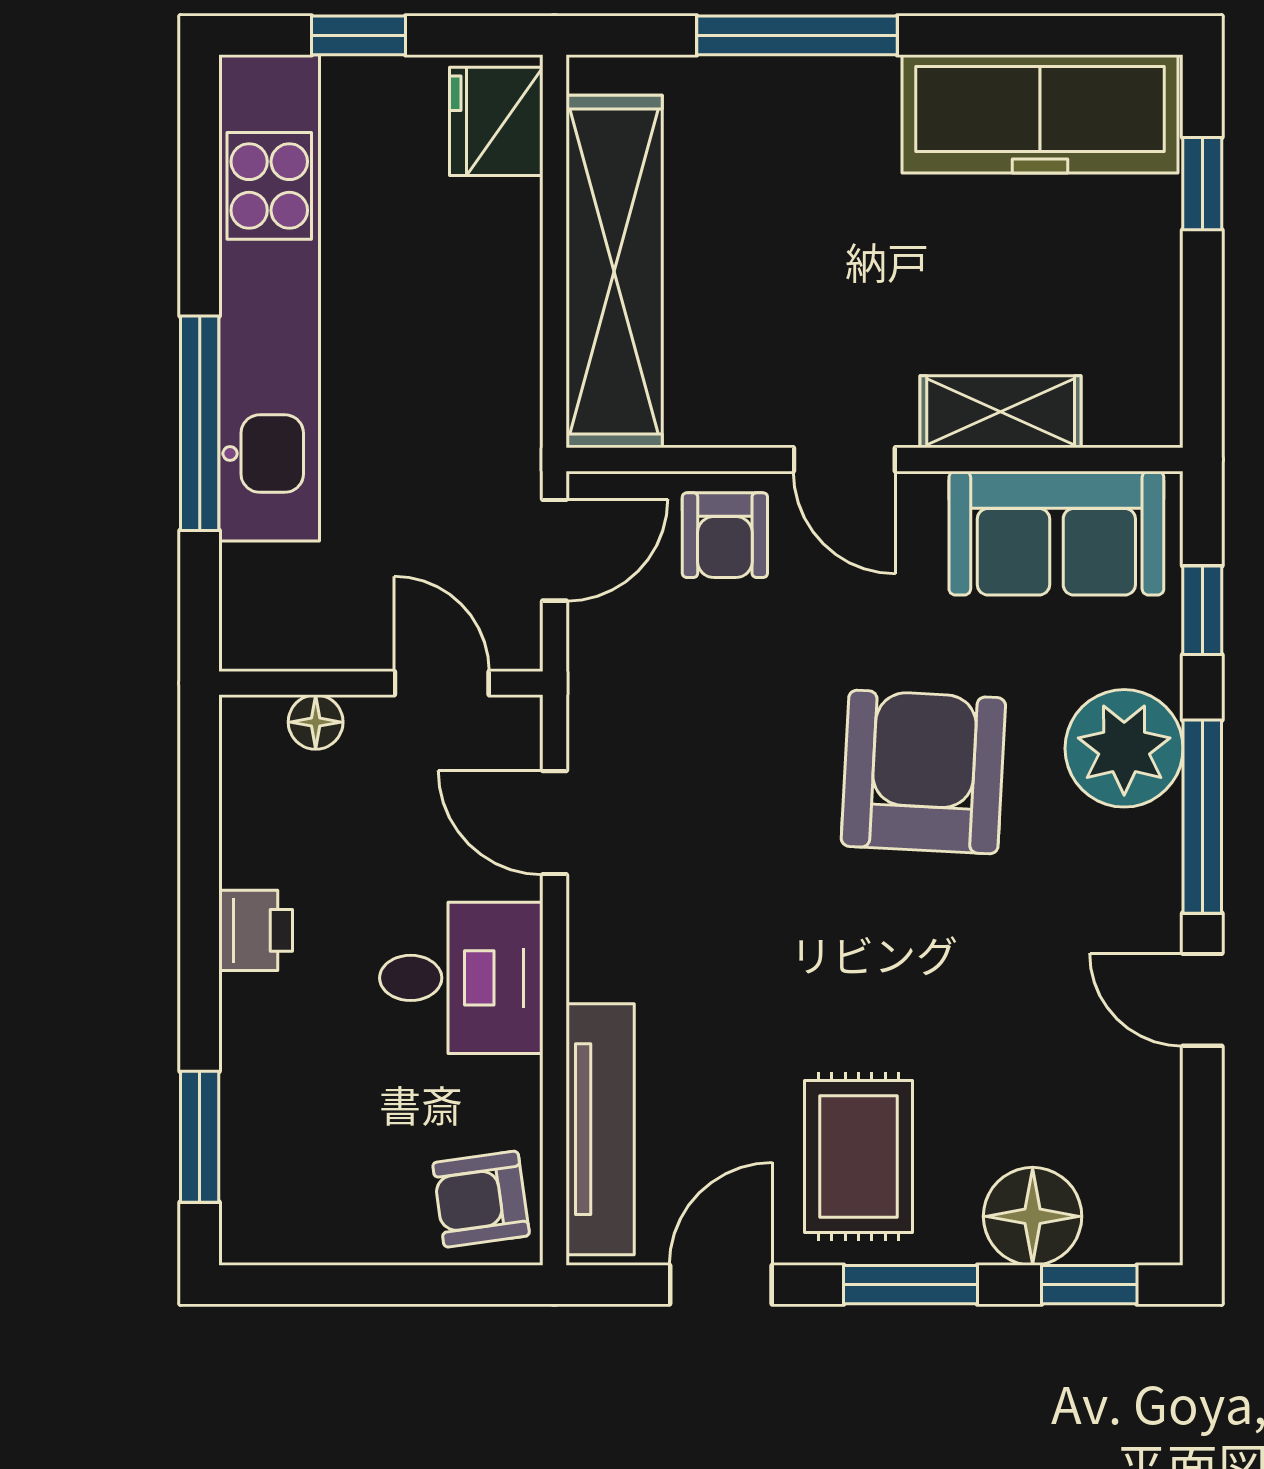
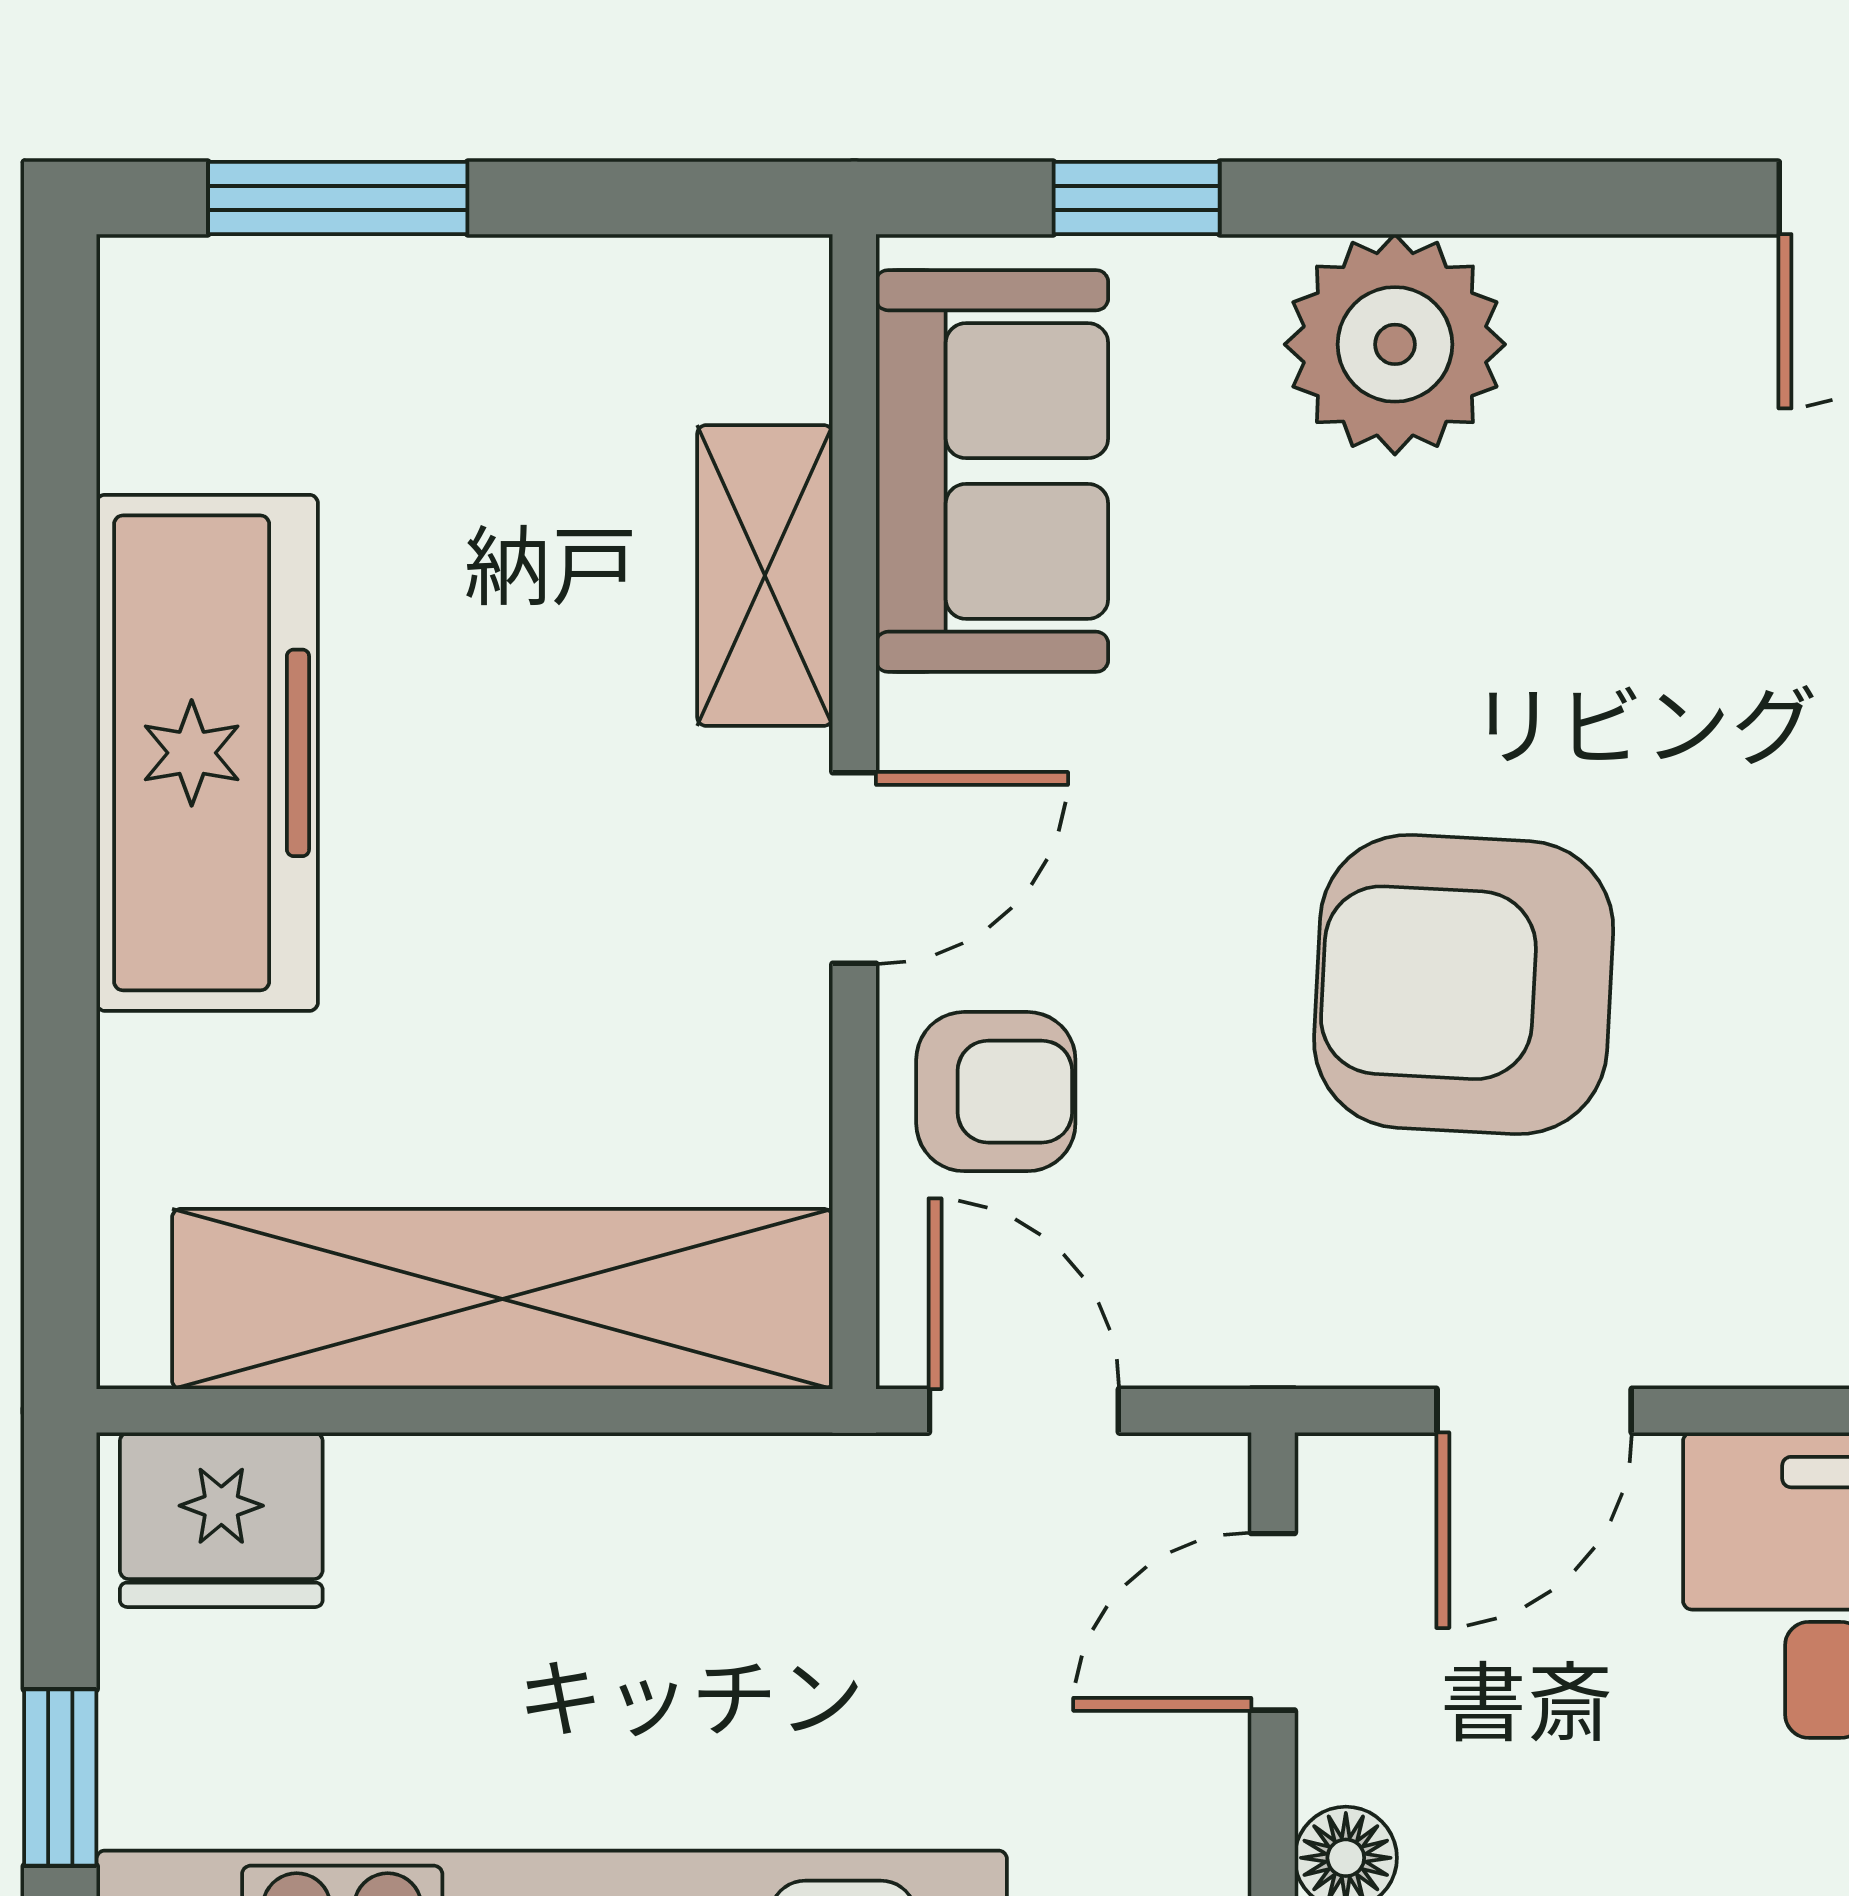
window: (797, 35) -> (60, 957), removed
freezer: (1040, 114) -> (207, 753), moved
window: (1202, 184) -> (338, 198), width x1.50
armchair: (923, 772) -> (1464, 984), moved
window: (1202, 817) -> (1523, 198), removed

